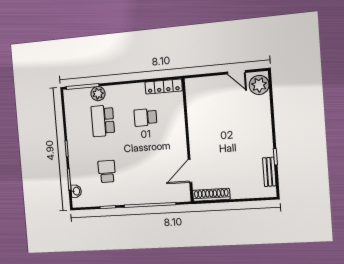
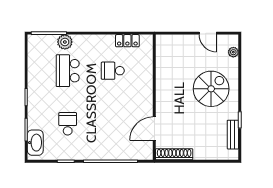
plant: (259, 85) -> (233, 52), width x0.53, depth x0.53
locker: (164, 86) -> (127, 41), width x0.66
spiral stairs: (244, 128) -> (211, 89), added
washbasin: (76, 191) -> (35, 143), width x1.91, depth x1.45

